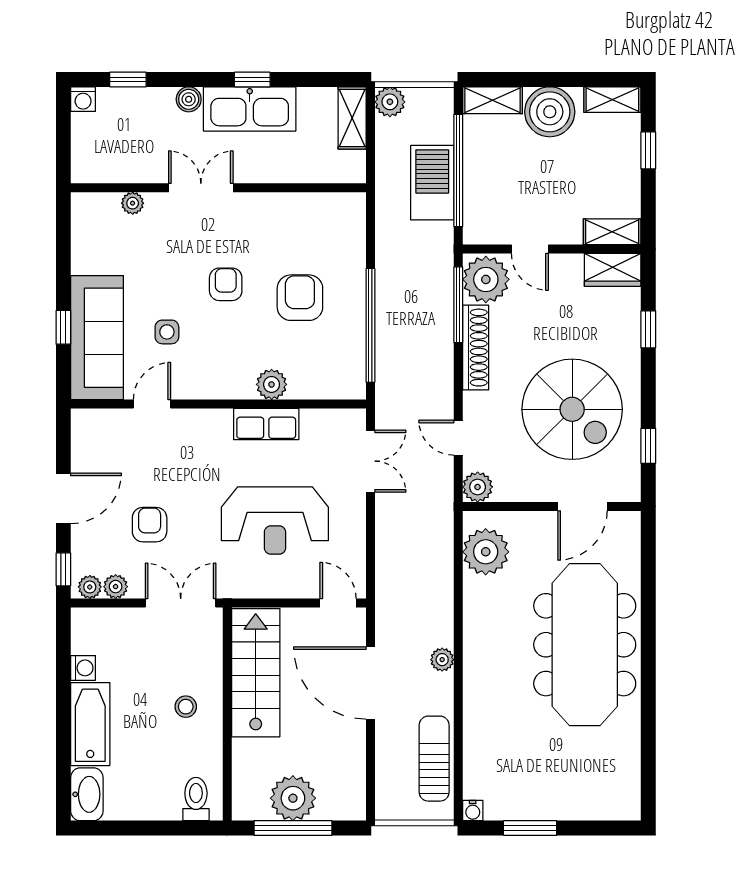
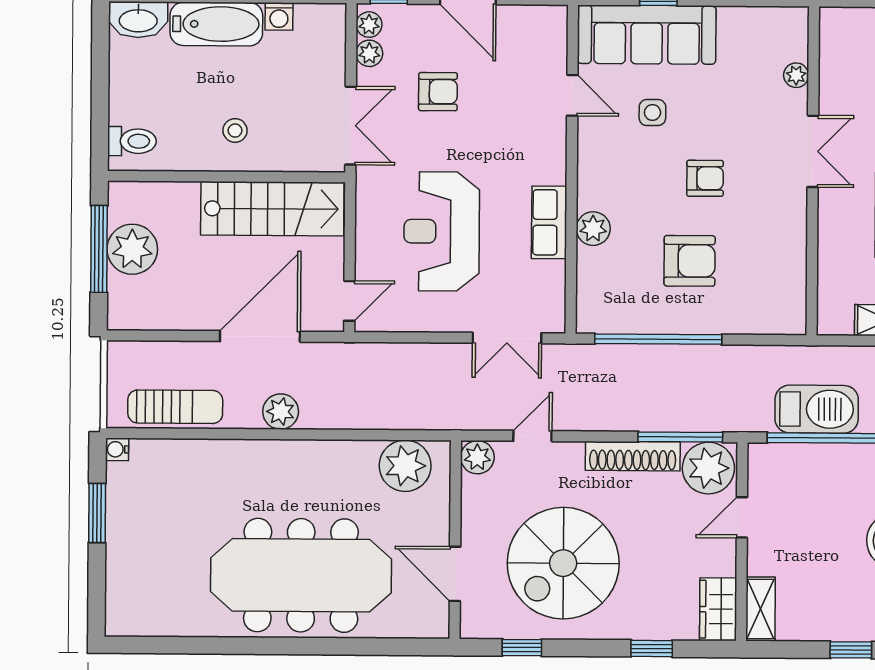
plant: (442, 660) -> (281, 412), width x1.38, depth x1.38

